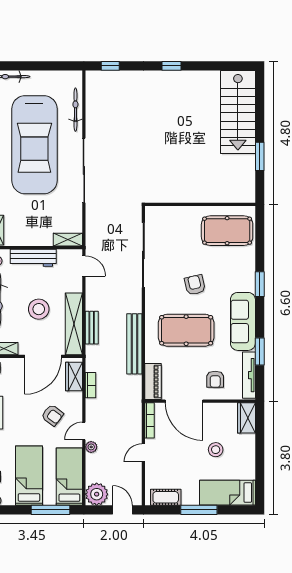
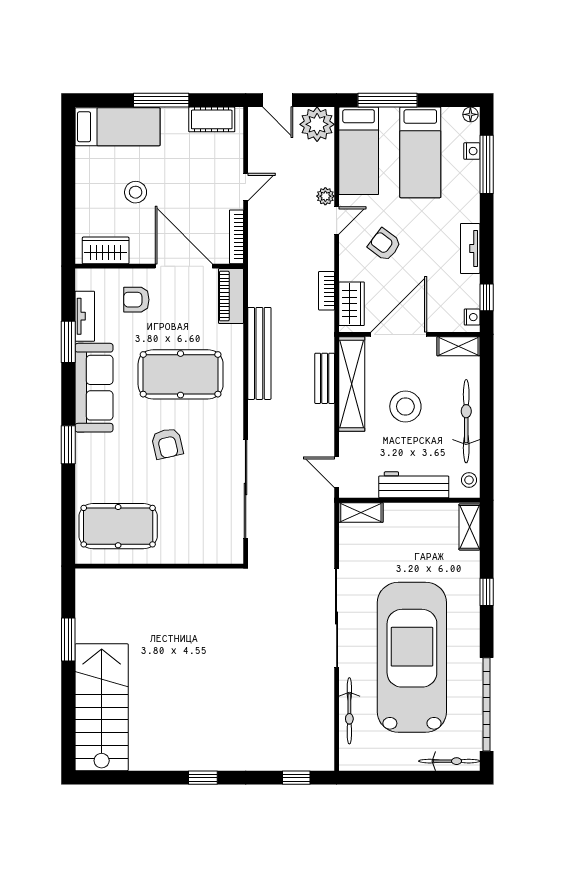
tv unit: (249, 375) -> (85, 316), width x0.71
armchair: (215, 379) -> (136, 300), turned -90
wardrobe: (246, 418) -> (106, 250), moved, turned -90

